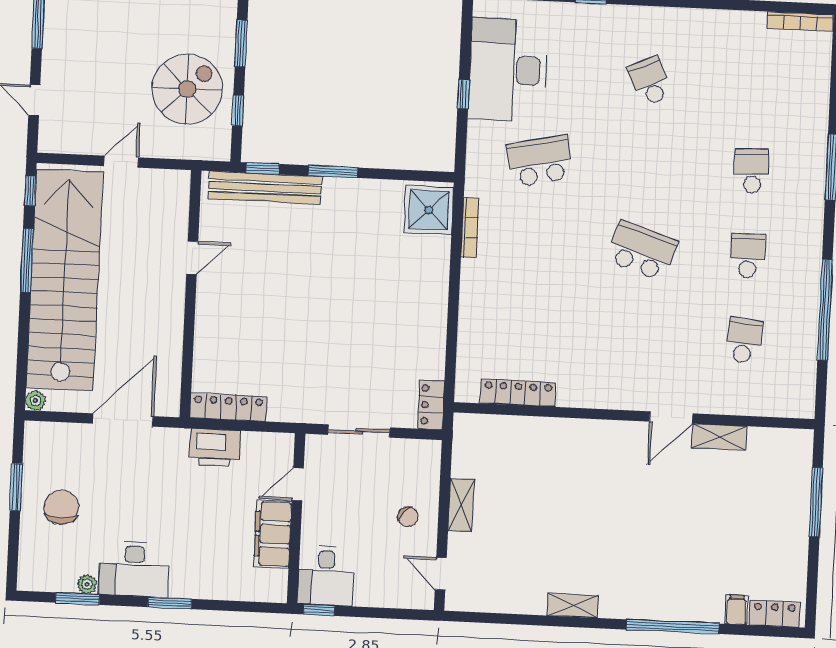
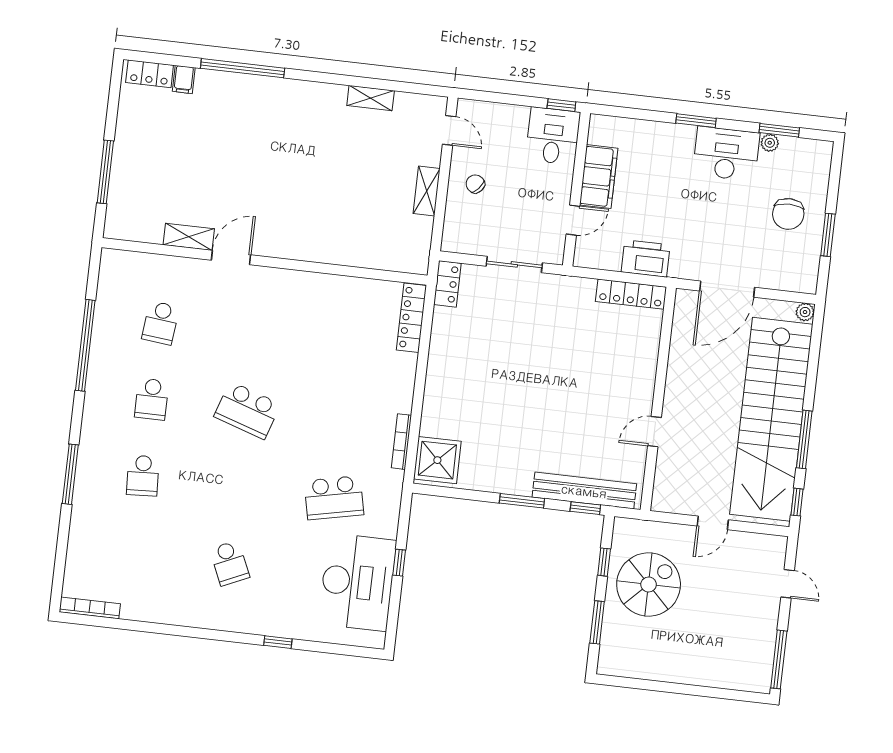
spiral stairs: (187, 89) -> (649, 584), turned 180
locker: (518, 393) -> (411, 318), moved, turned 90
shelving: (573, 605) -> (371, 98), moved

